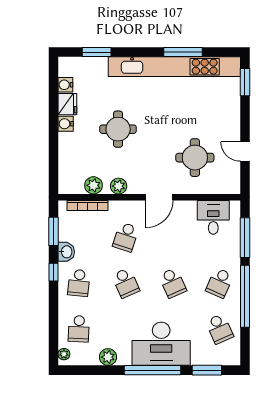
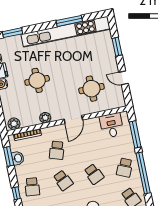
window: (245, 82) -> (117, 47), moved
plant: (93, 185) -> (14, 124), moved
washbasin: (66, 252) -> (18, 158), moved
window: (53, 272) -> (16, 193), moved

